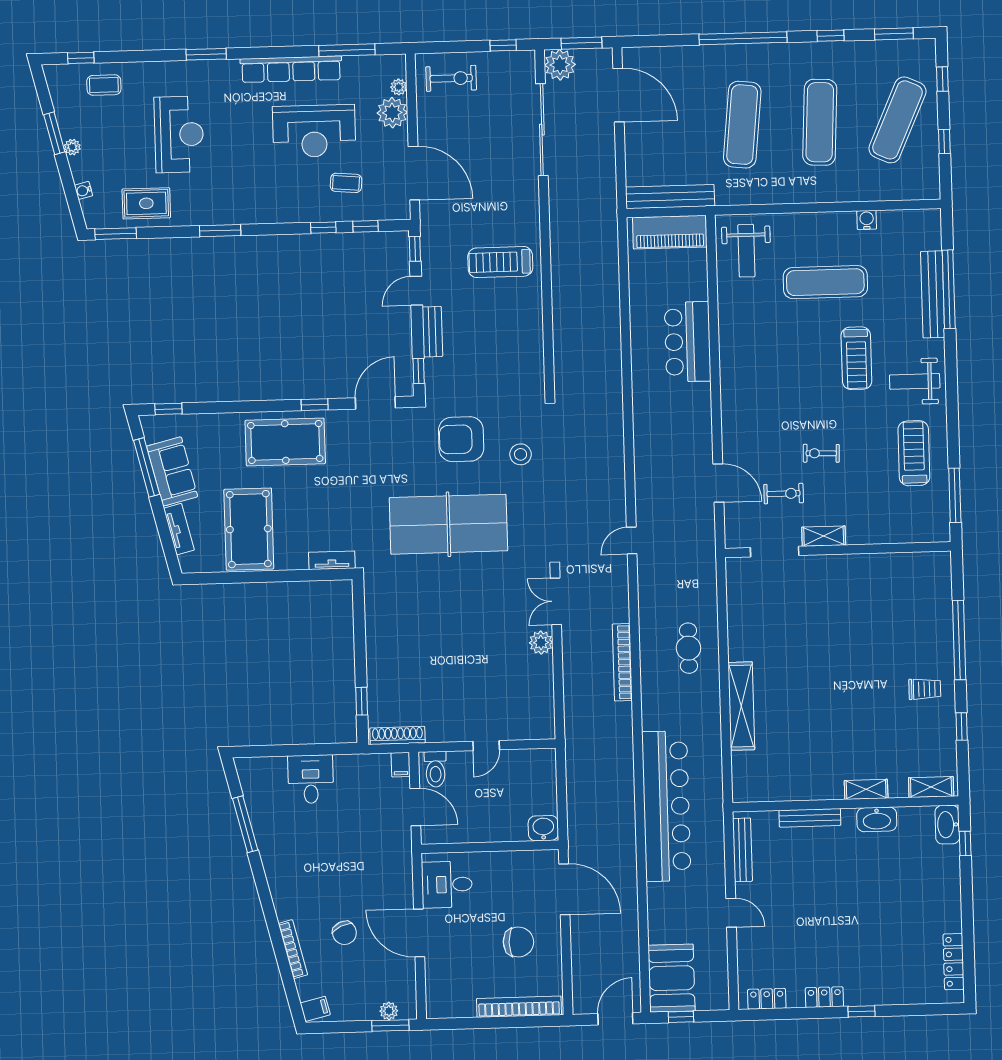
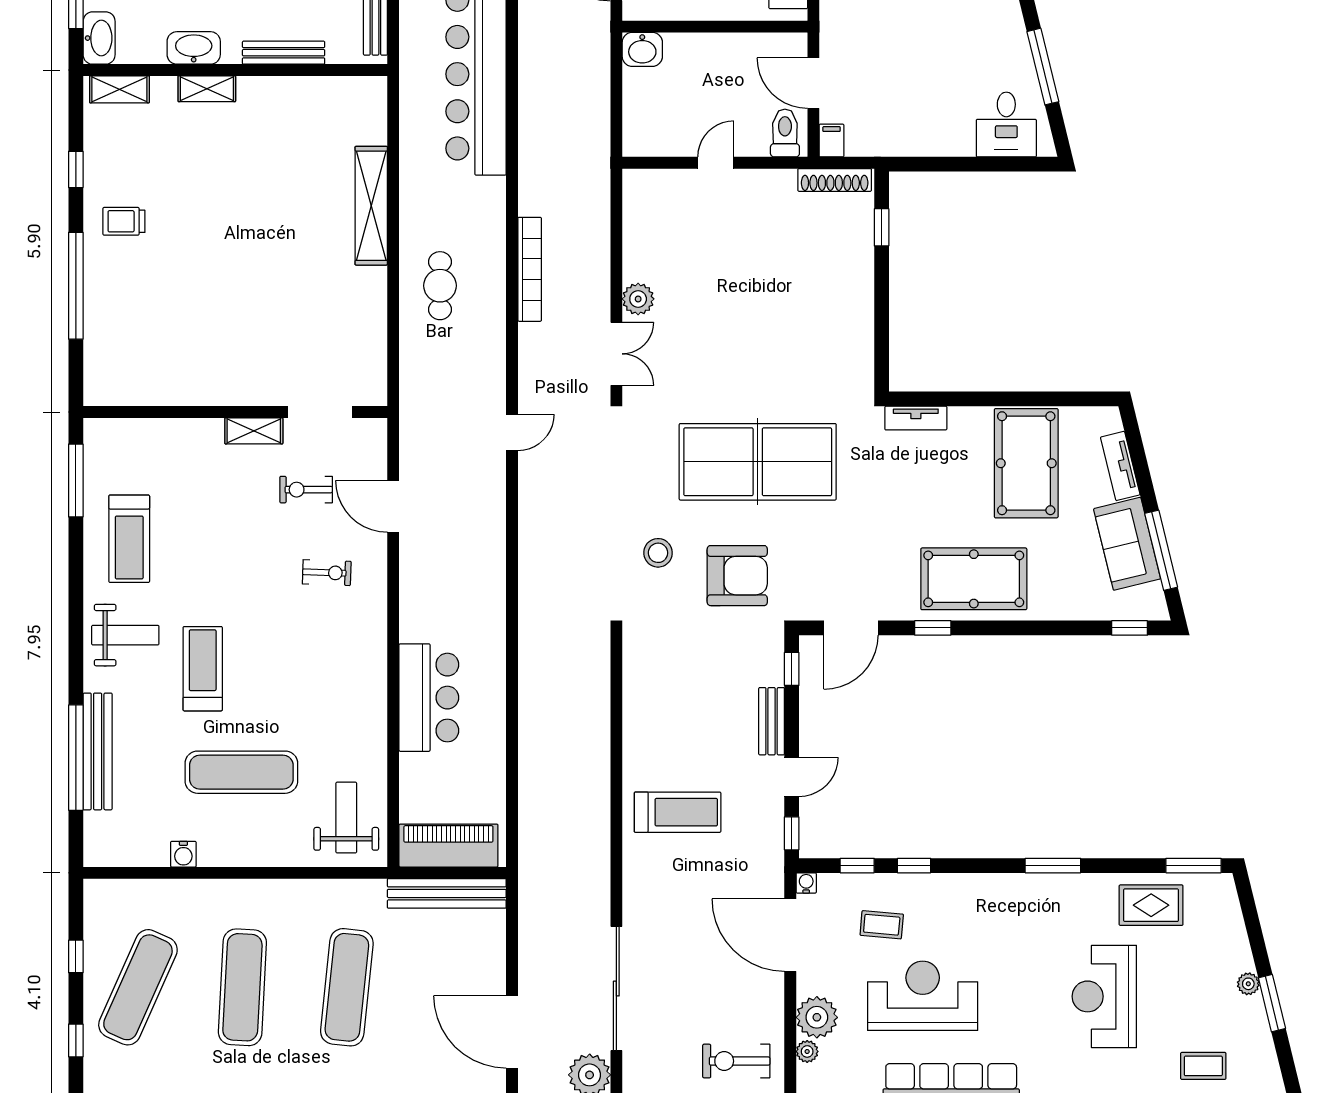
water cooler: (84, 190) -> (806, 883), moved, turned -76
exercise bike: (821, 453) -> (327, 573), moved
desk: (311, 779) -> (1006, 125), moved

